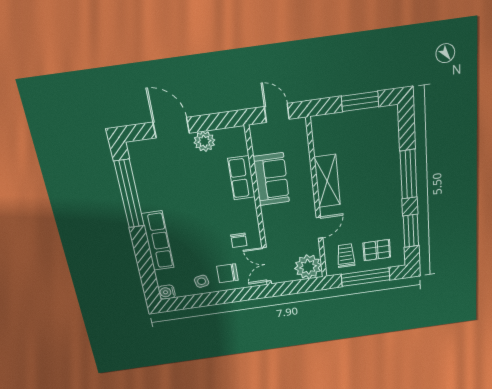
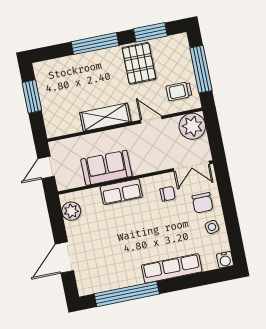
plant: (204, 141) -> (71, 211), moved
row of seats: (241, 178) -> (121, 192), moved
pallet: (377, 250) -> (139, 63), moved, width x1.50, depth x1.42

